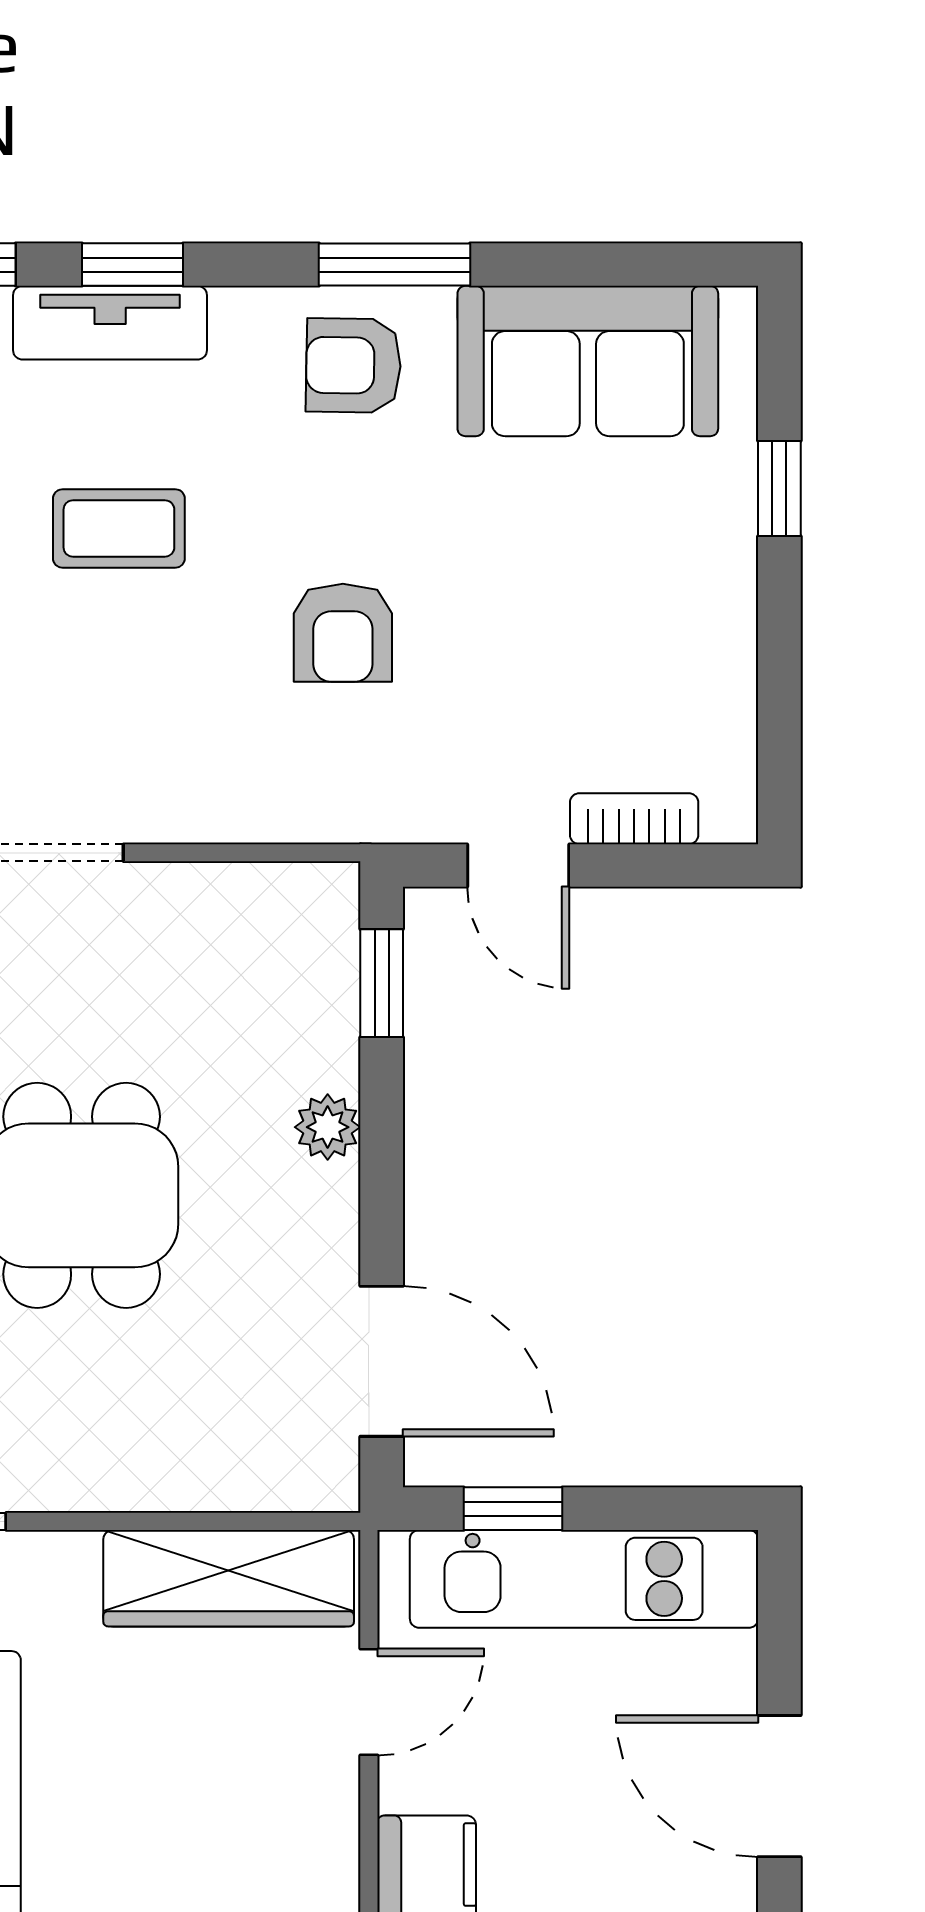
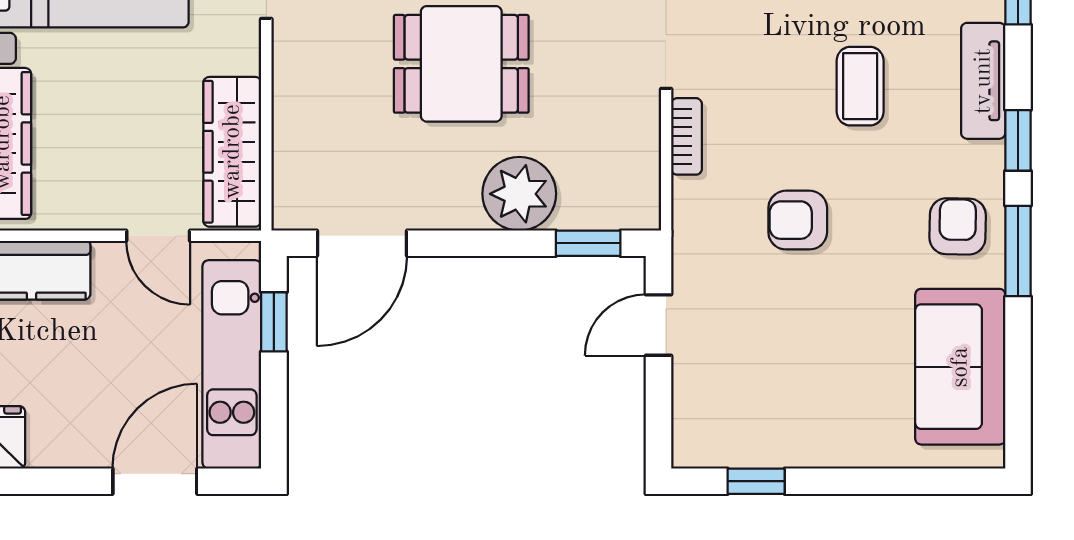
window: (132, 265) -> (1018, 140), moved
window: (779, 489) -> (756, 481), moved
bookcase: (634, 819) -> (687, 136), moved
plant: (328, 1127) -> (519, 194), width x1.87, depth x1.87
door: (779, 1786) -> (155, 481), moved

